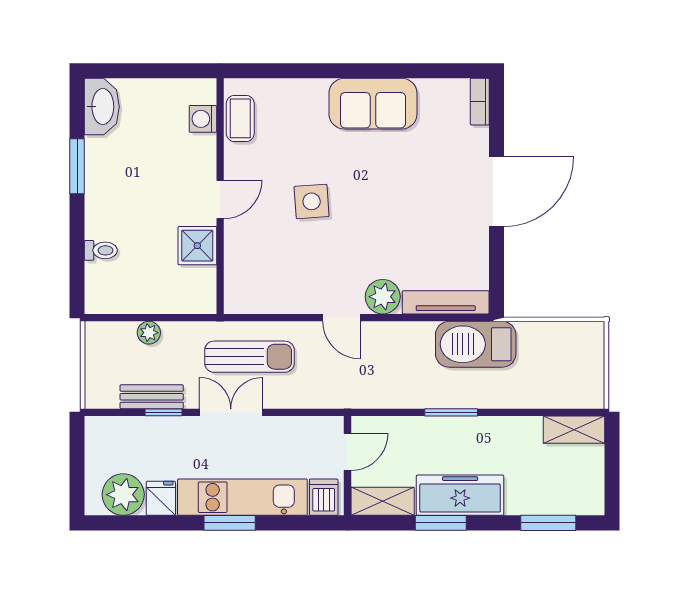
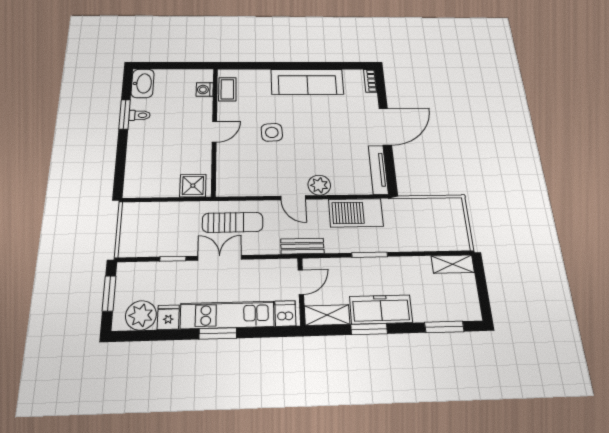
sofa: (373, 104) -> (307, 82), width x1.36
shower: (197, 246) -> (193, 186), moved
toilet: (101, 250) -> (140, 115), moved
tv unit: (446, 302) -> (378, 170), moved, turned -90
plant: (149, 333) -> (165, 209), removed
barbecue: (476, 344) -> (356, 213), moved
bench: (152, 397) -> (302, 246), moved
window: (77, 462) -> (109, 293), added

